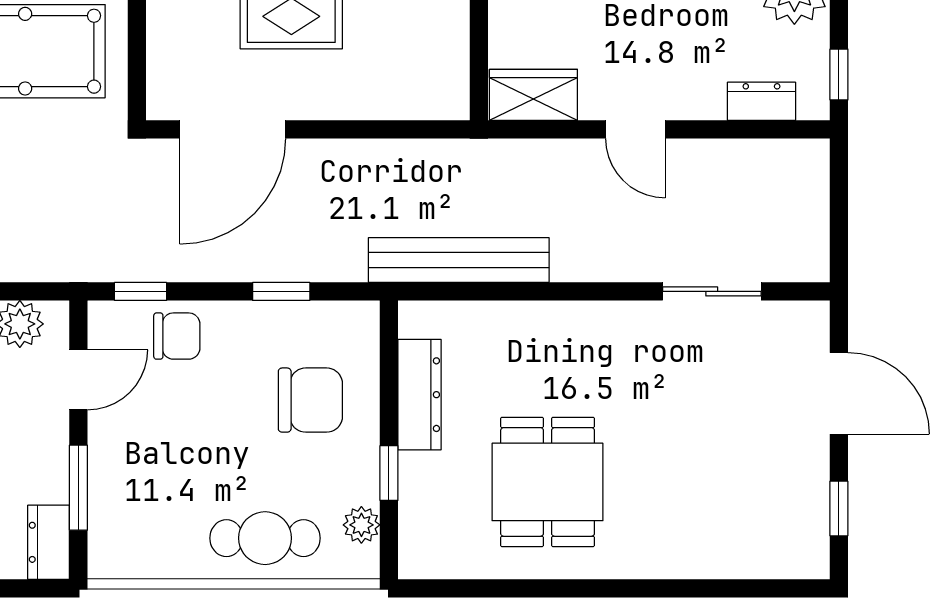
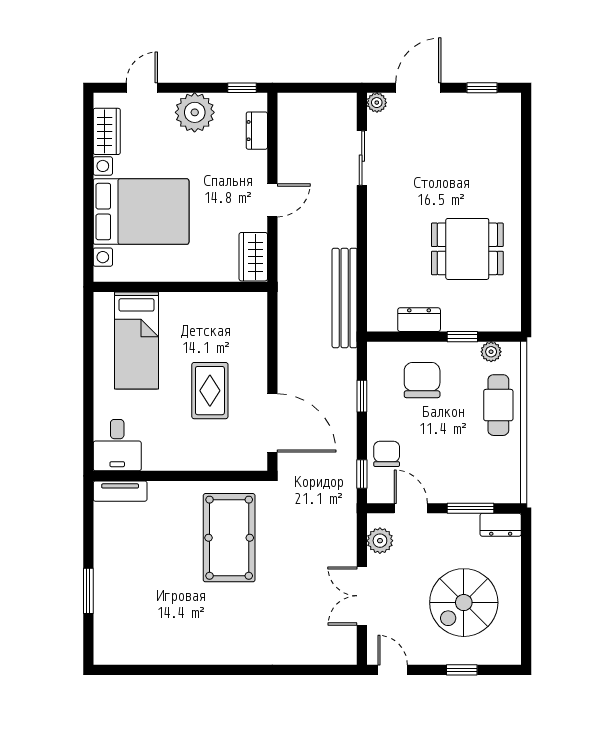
plant: (812, 318) -> (377, 103), added
dresser: (420, 395) -> (419, 320), width x0.70

